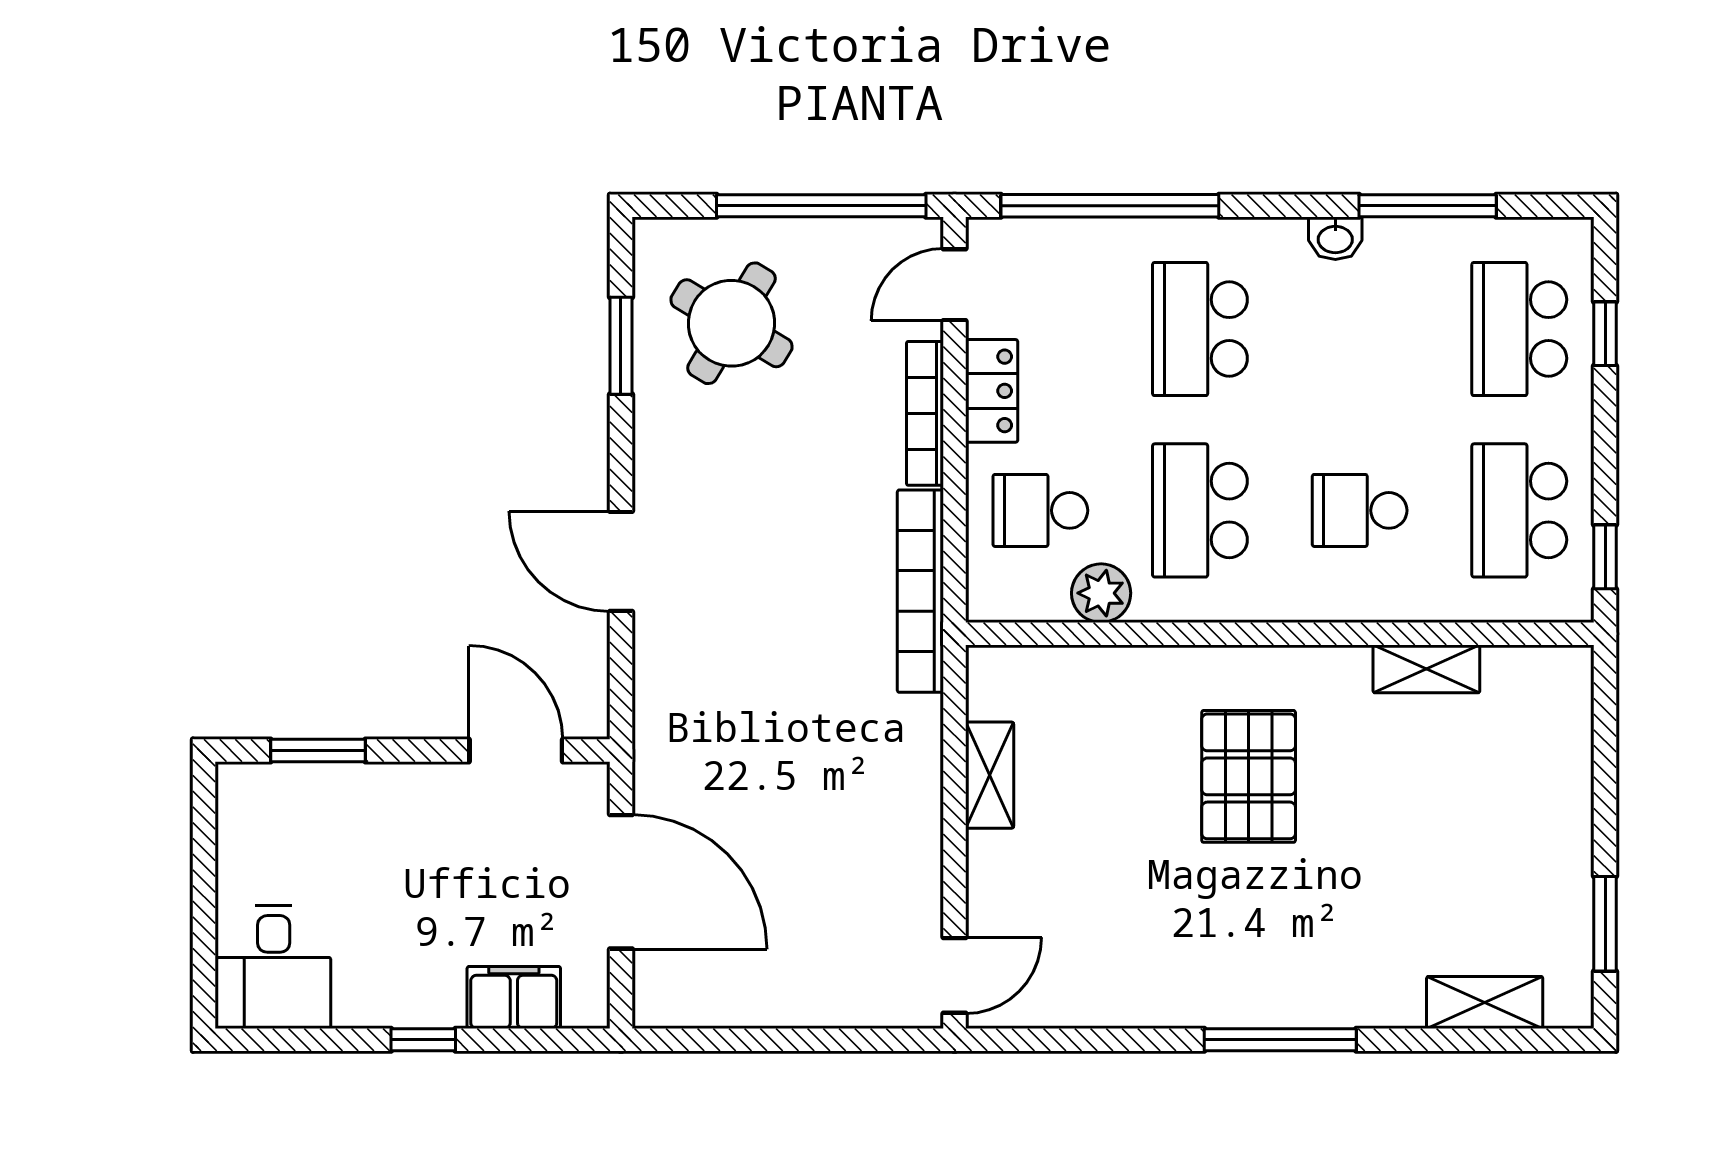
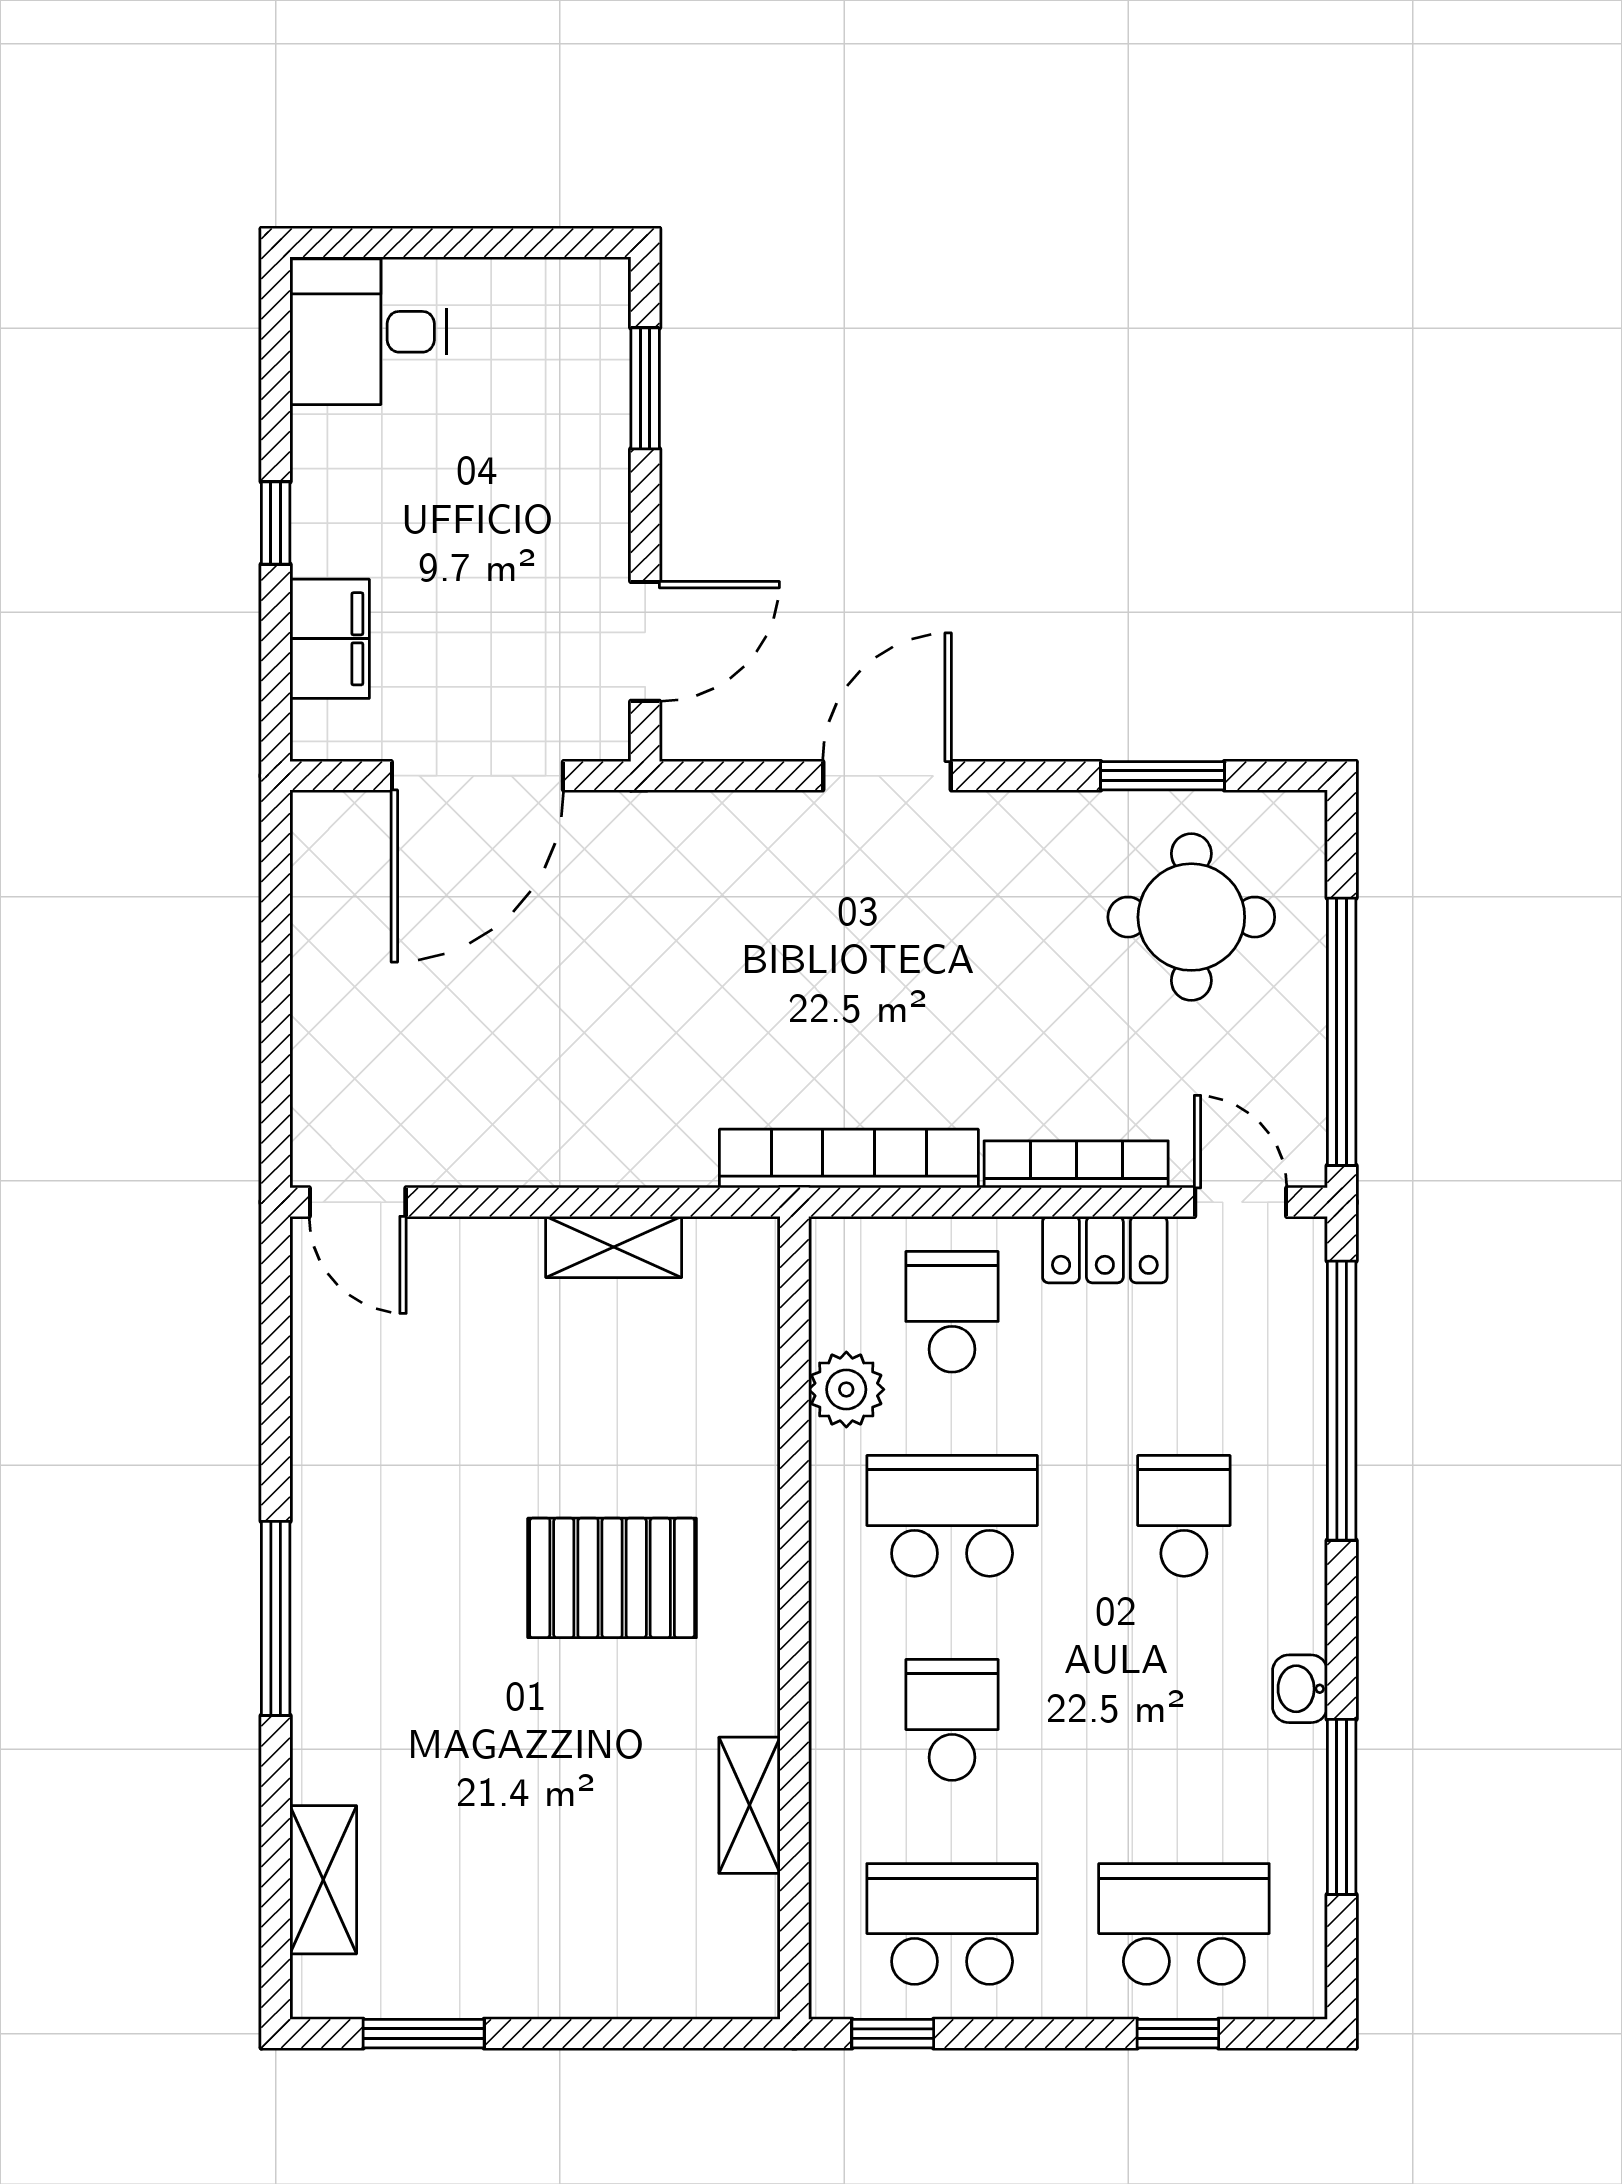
round table: (731, 323) -> (1191, 917), turned -31
school desk: (1200, 329) -> (1184, 1516), width x0.54

